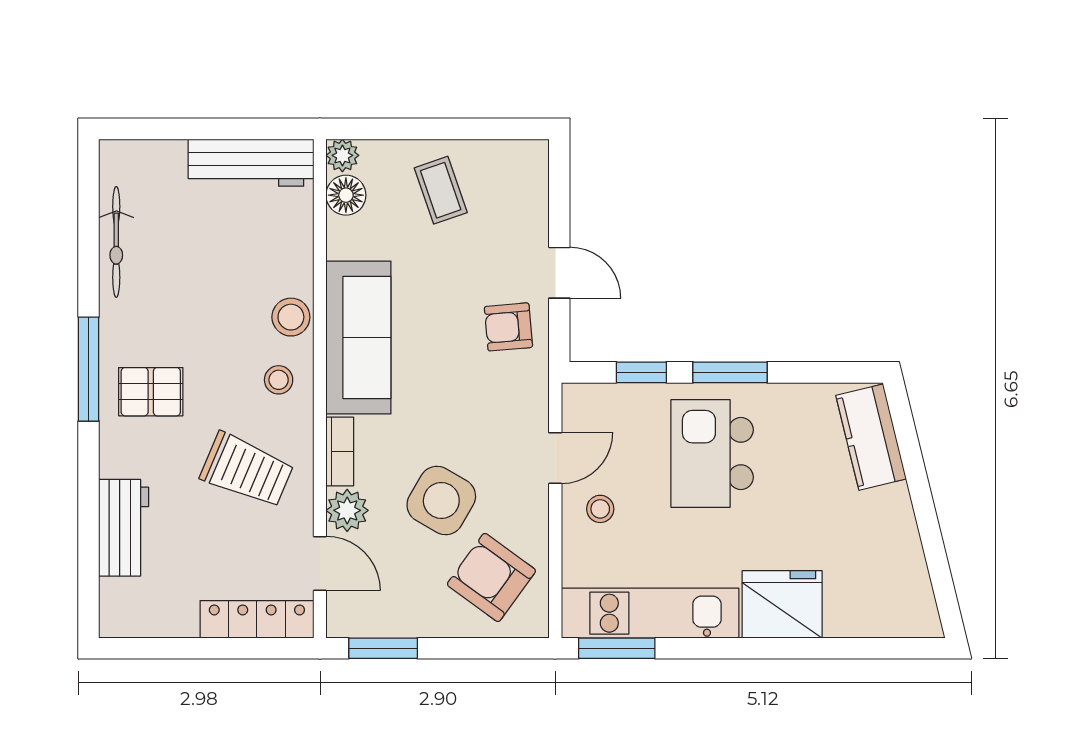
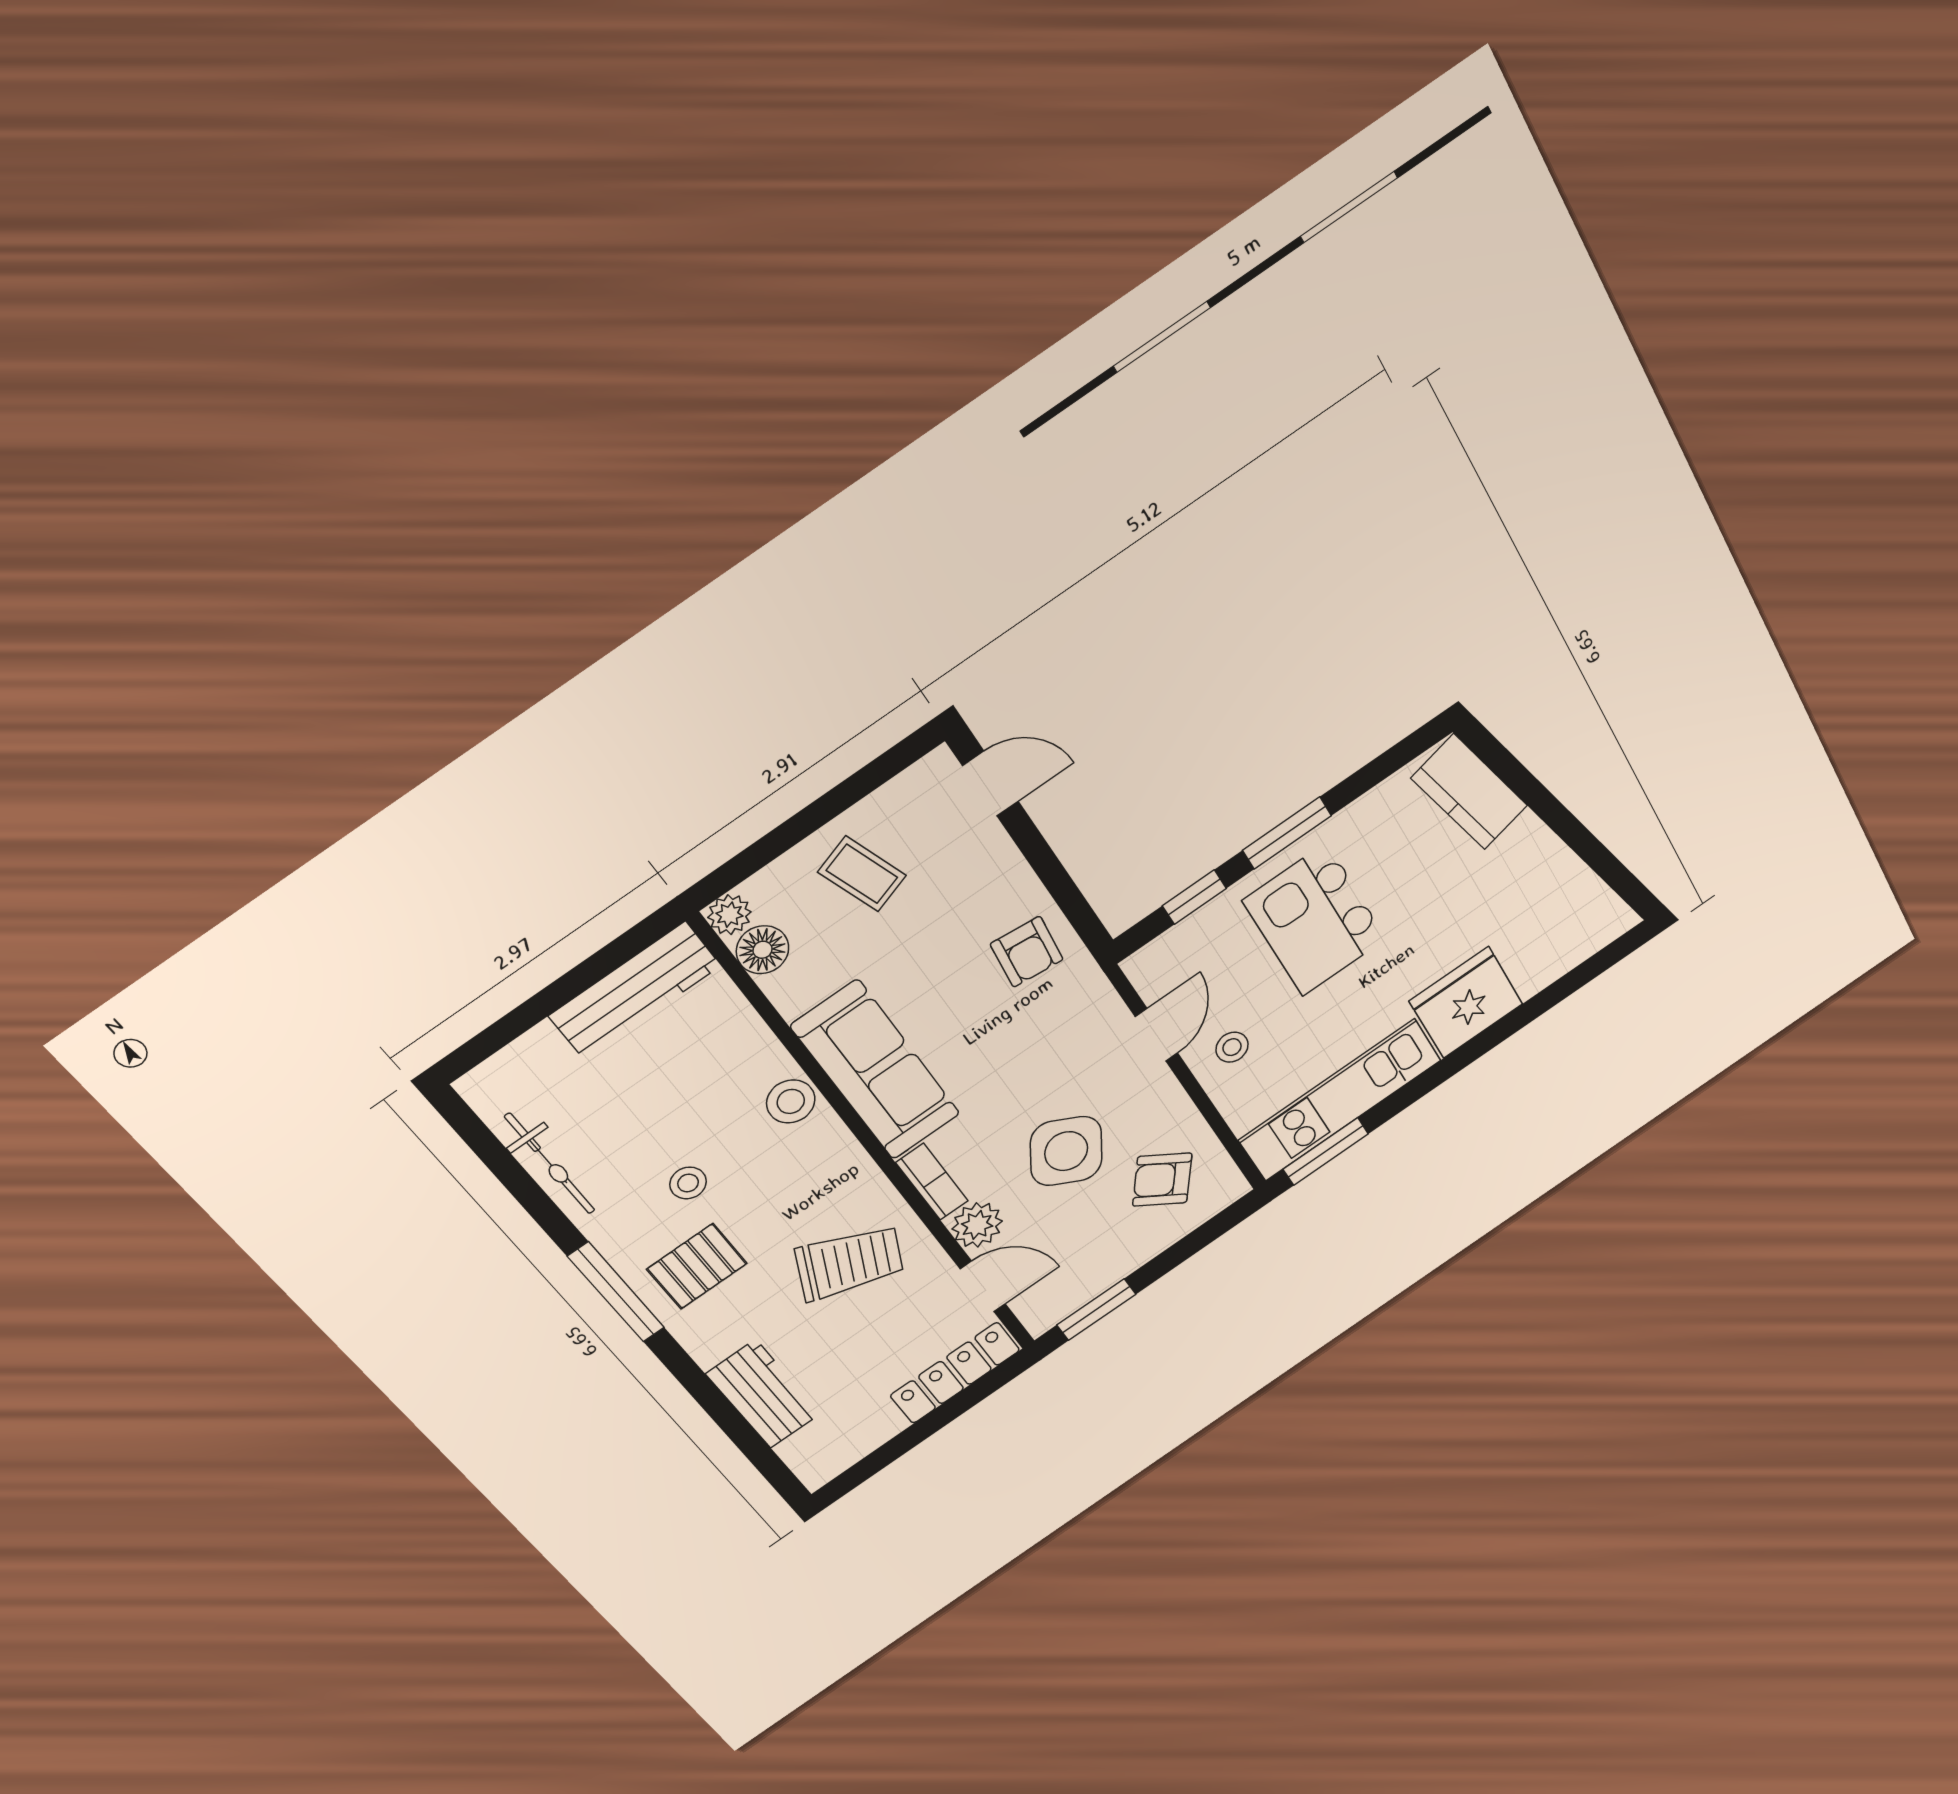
door: (559, 273) -> (990, 784), moved
armchair: (508, 327) -> (1027, 952), turned -79
stool: (279, 380) -> (688, 1183), moved
armchair: (491, 577) -> (1162, 1180), width x0.72, depth x0.72

